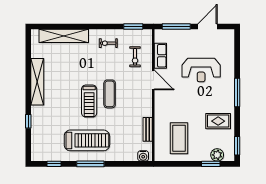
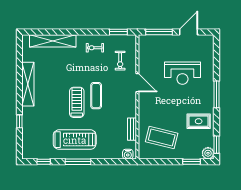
row of seats: (160, 56) -> (144, 60), removed
treadmill: (89, 101) -> (77, 102), turned 180
coffee table: (179, 138) -> (162, 138), turned -76
plant: (217, 155) -> (208, 153), moved

